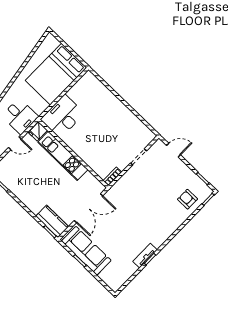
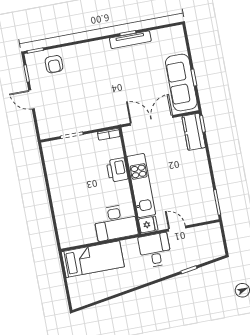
bed: (56, 74) -> (93, 259), width x0.67
door: (173, 150) -> (31, 99), moved
printer: (88, 155) -> (117, 170), added
tv unit: (145, 256) -> (130, 40), width x1.41

